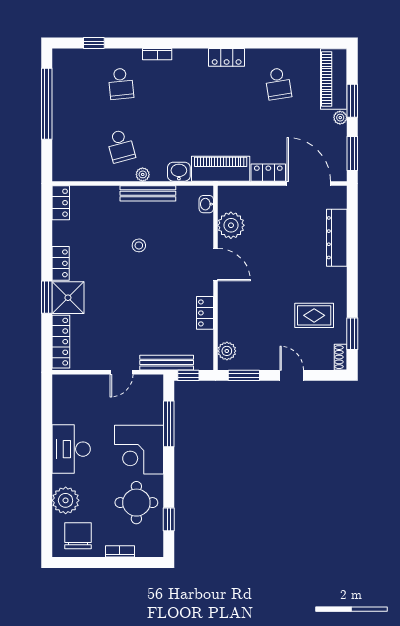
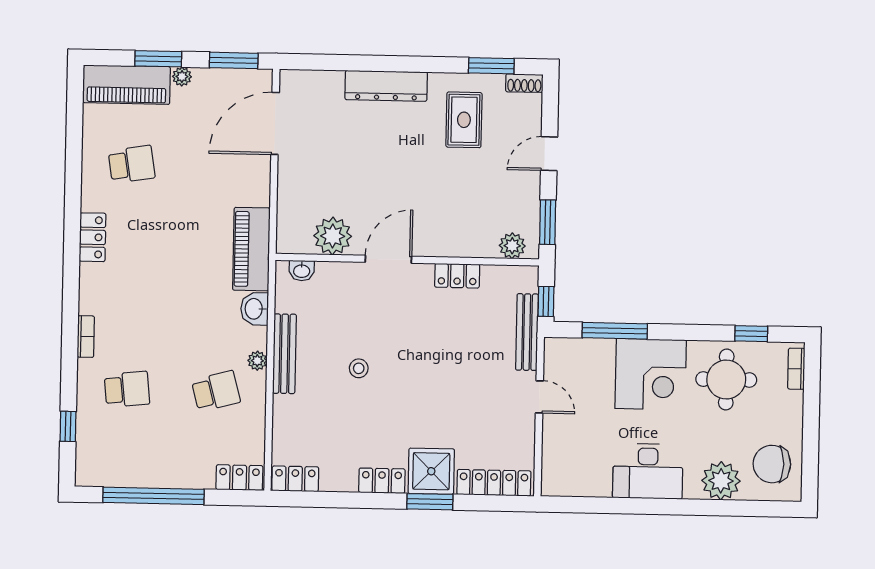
locker: (268, 173) -> (239, 478), moved, turned 90
dresser: (337, 238) -> (386, 86), moved
bookcase: (120, 551) -> (796, 369), moved

